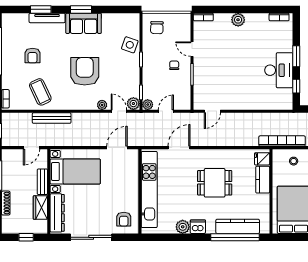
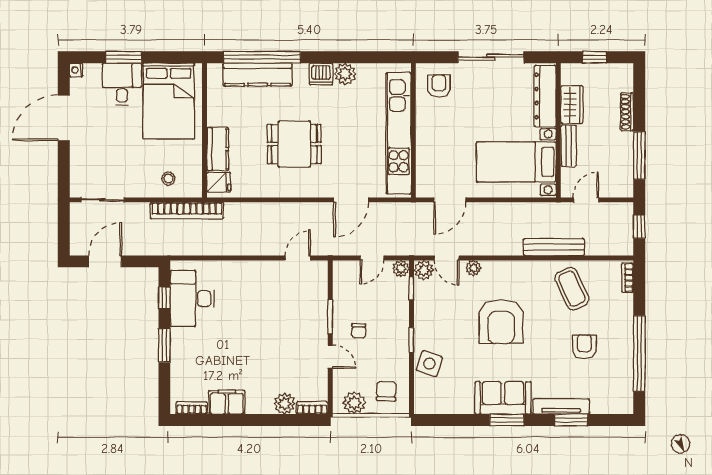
plant: (177, 20) -> (354, 403), added
plant: (238, 20) -> (284, 404), moved
filing cabinet: (257, 21) -> (227, 402), added
desk: (279, 70) -> (192, 299), moved

